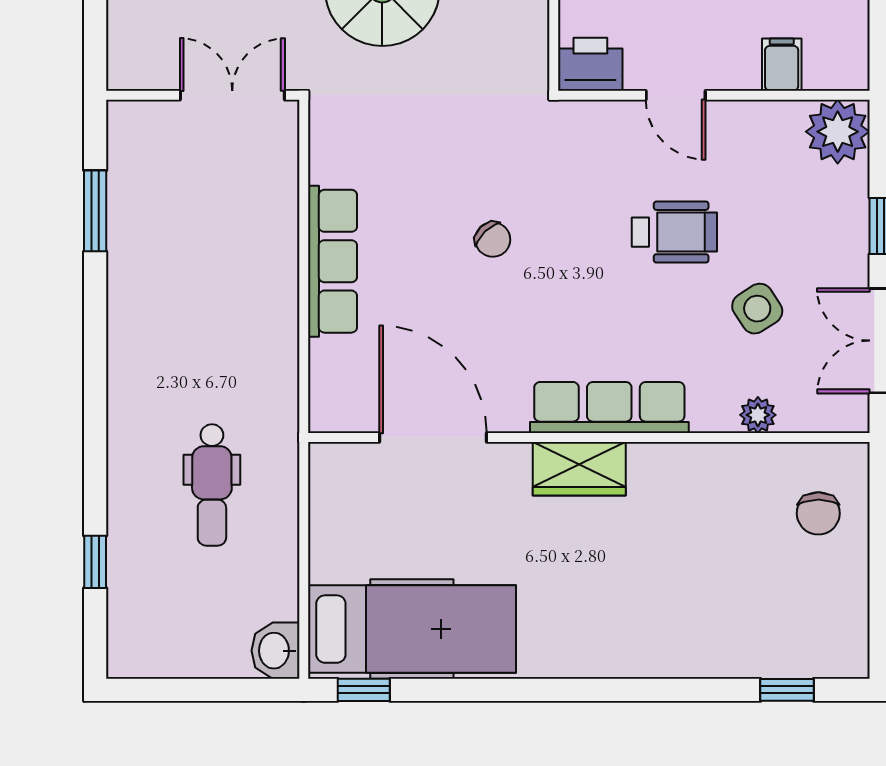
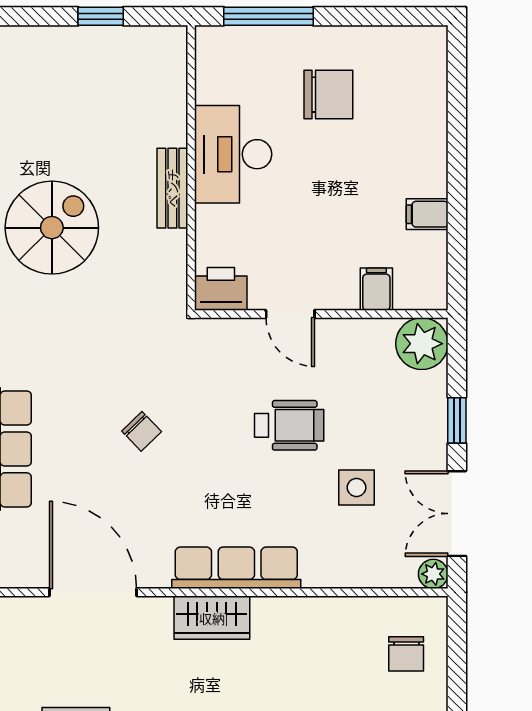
side table: (757, 309) -> (356, 487), turned 33
plant: (758, 415) -> (433, 574), moved

